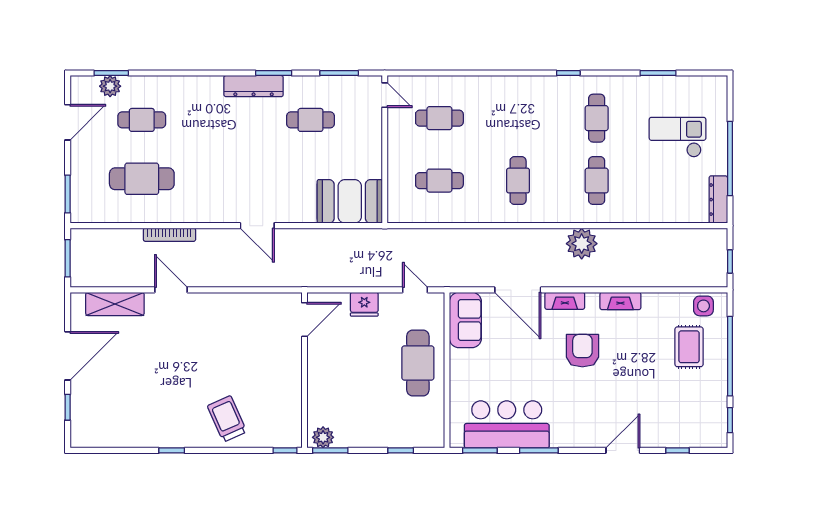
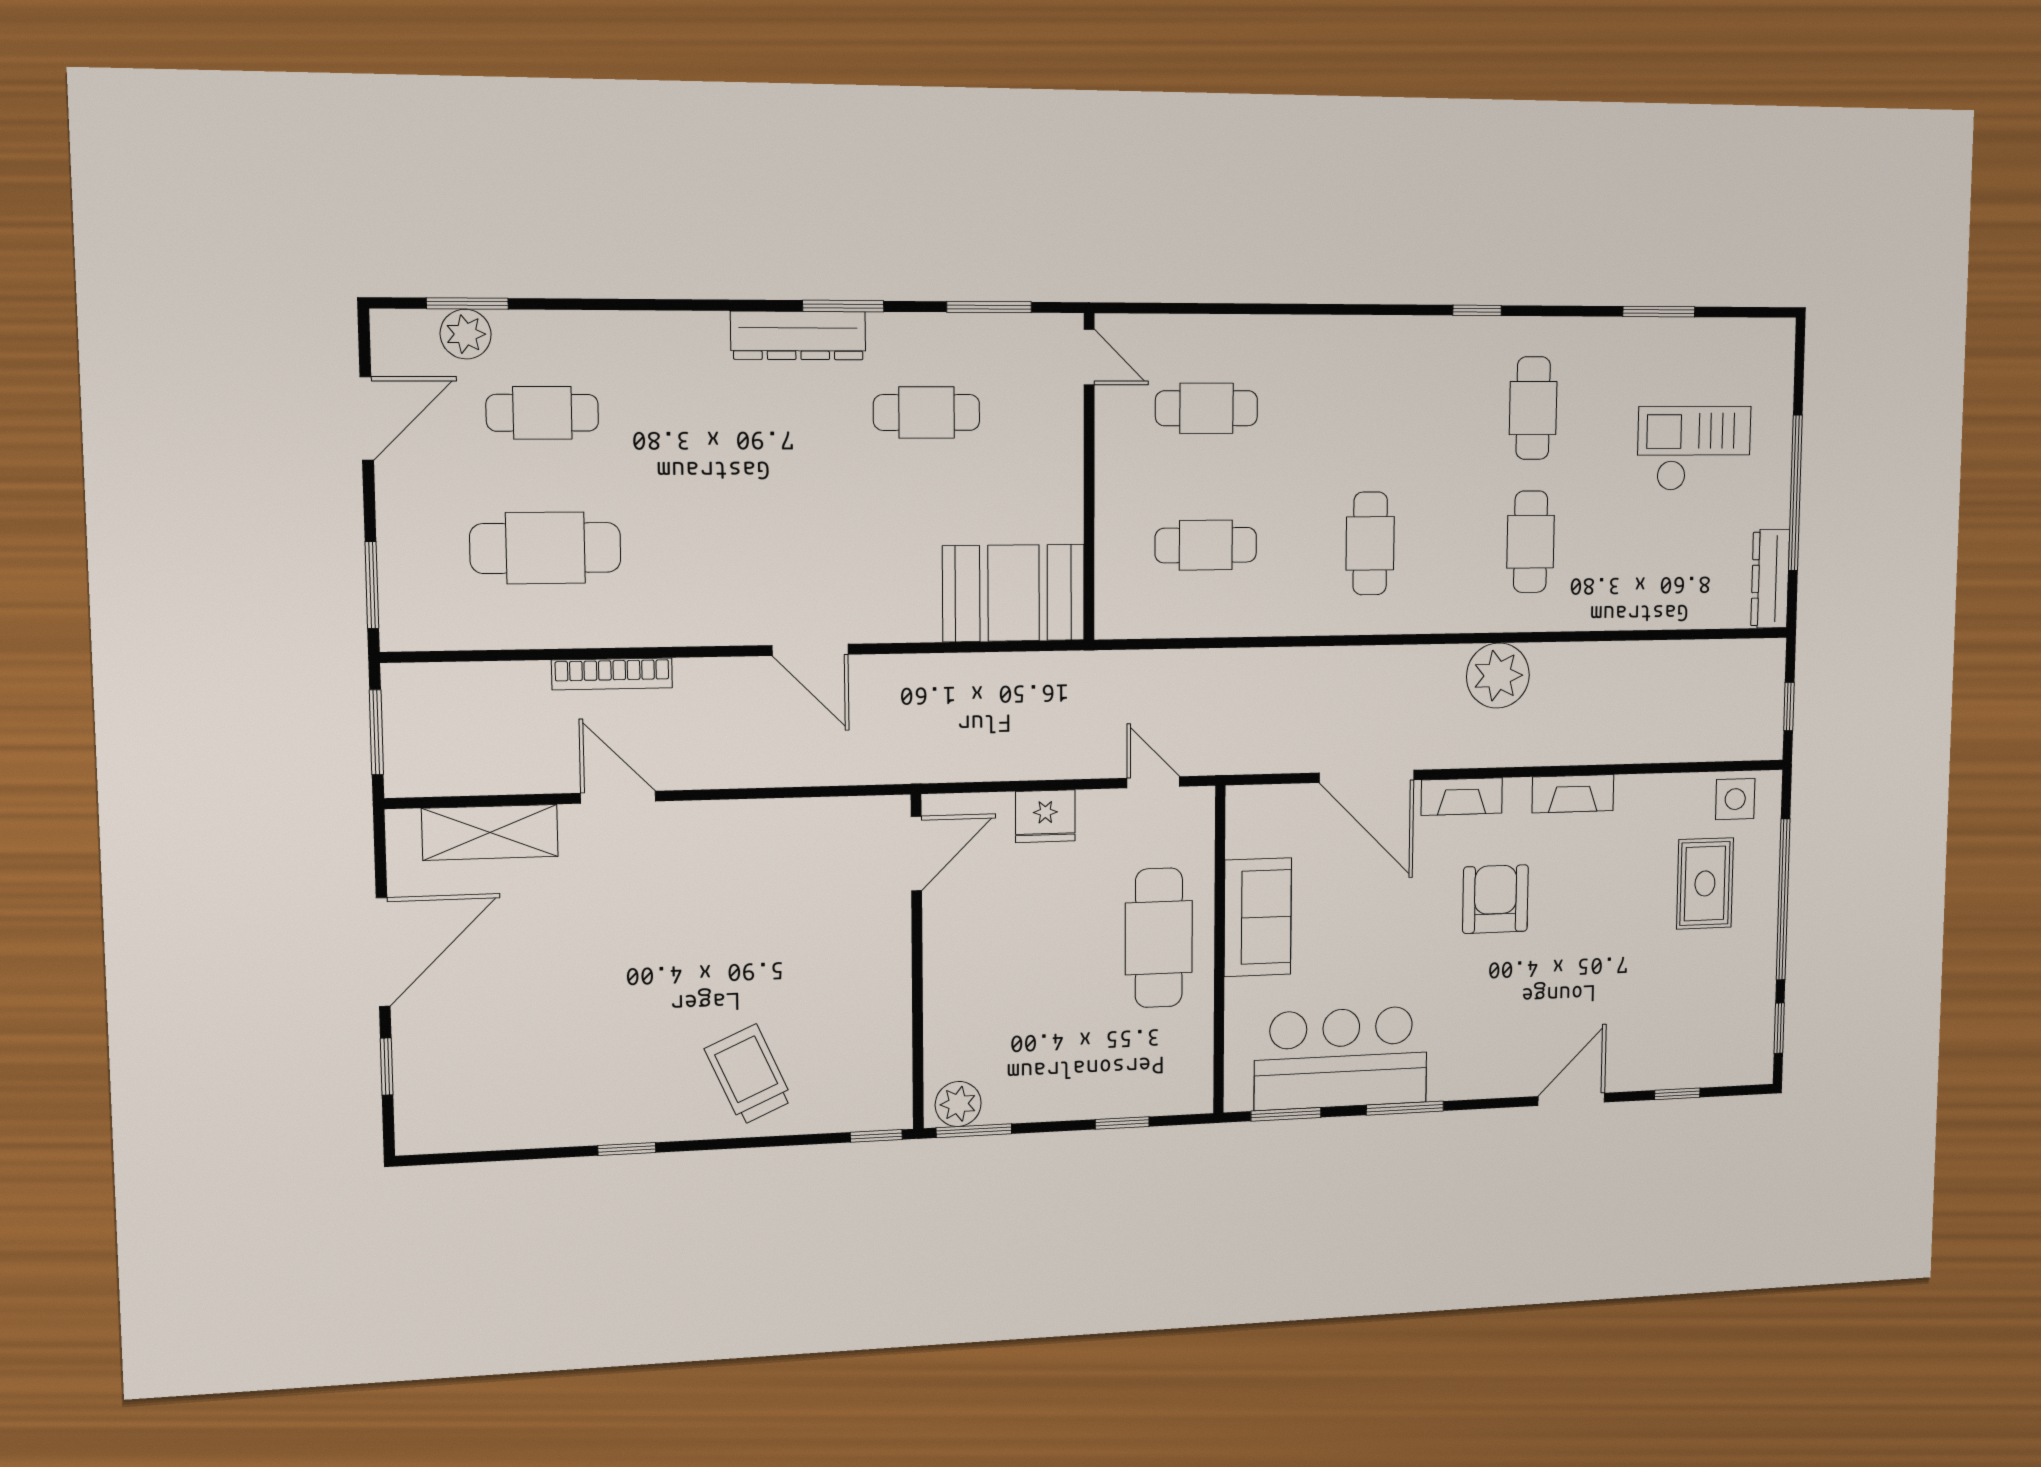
sofa: (465, 320) -> (1258, 917), moved

